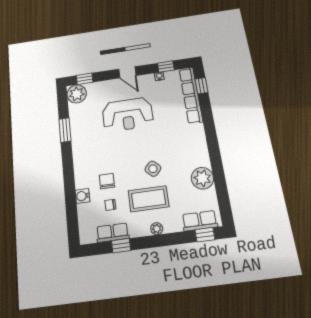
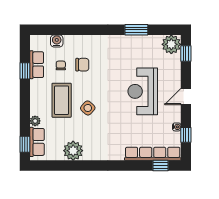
water cooler: (82, 196) -> (57, 41), moved
plant: (157, 229) -> (35, 121), moved

